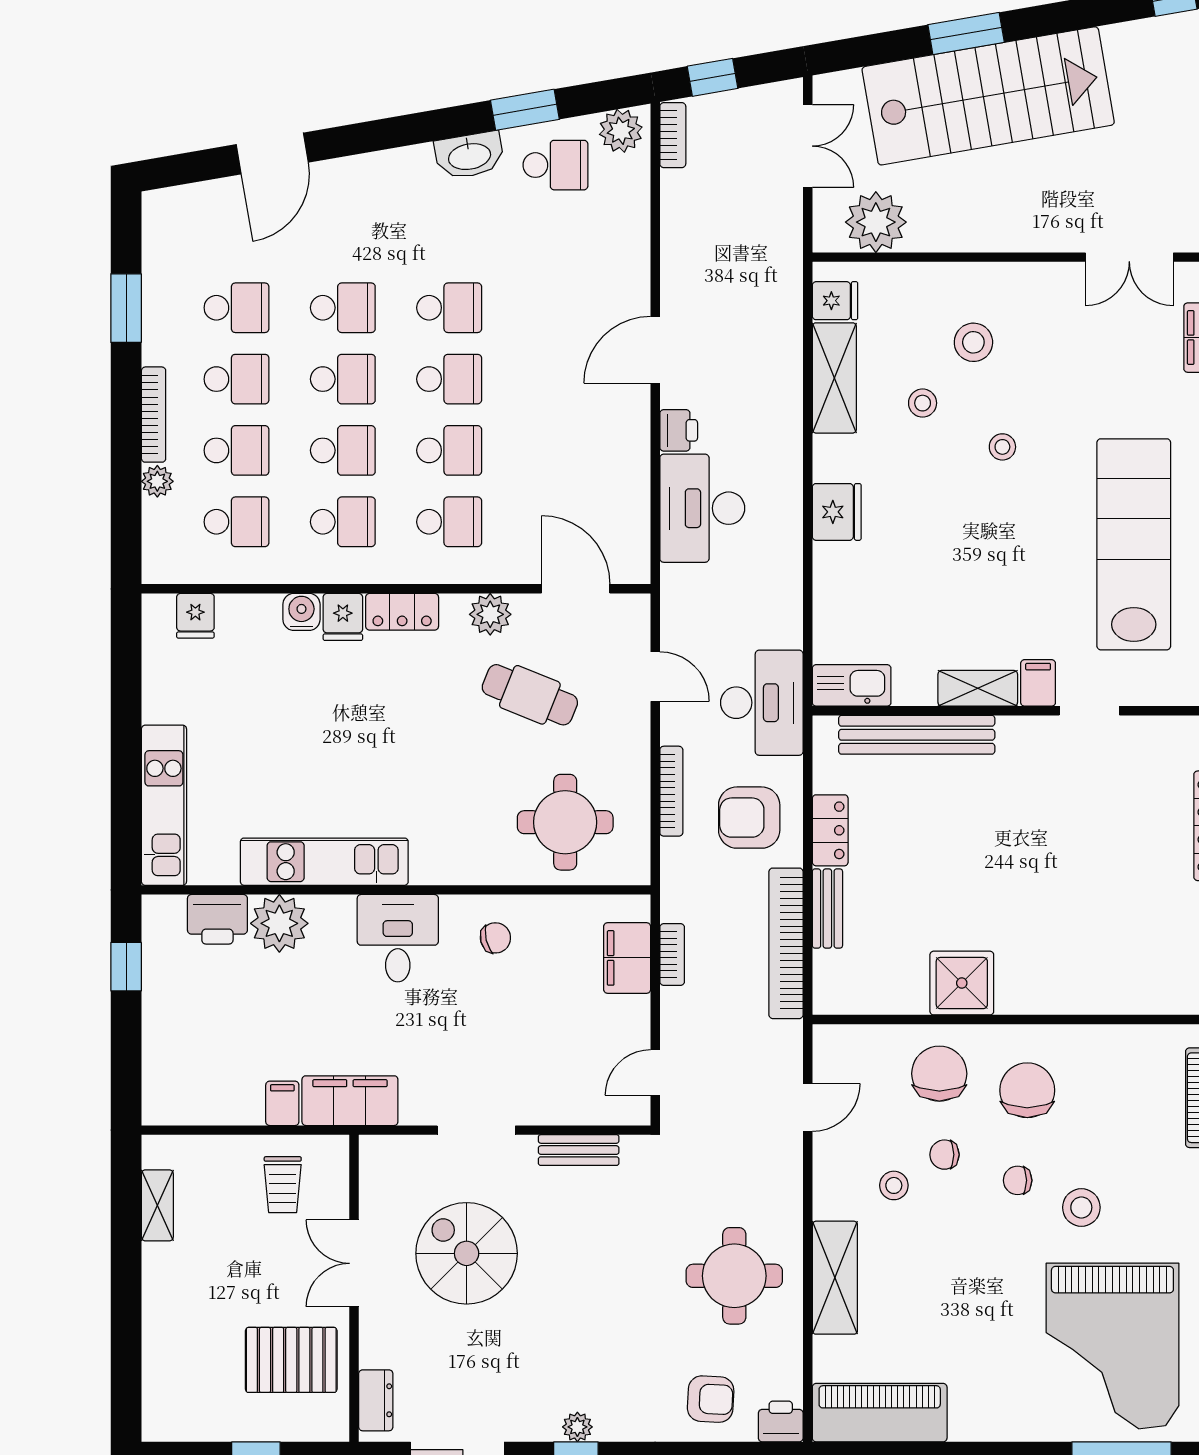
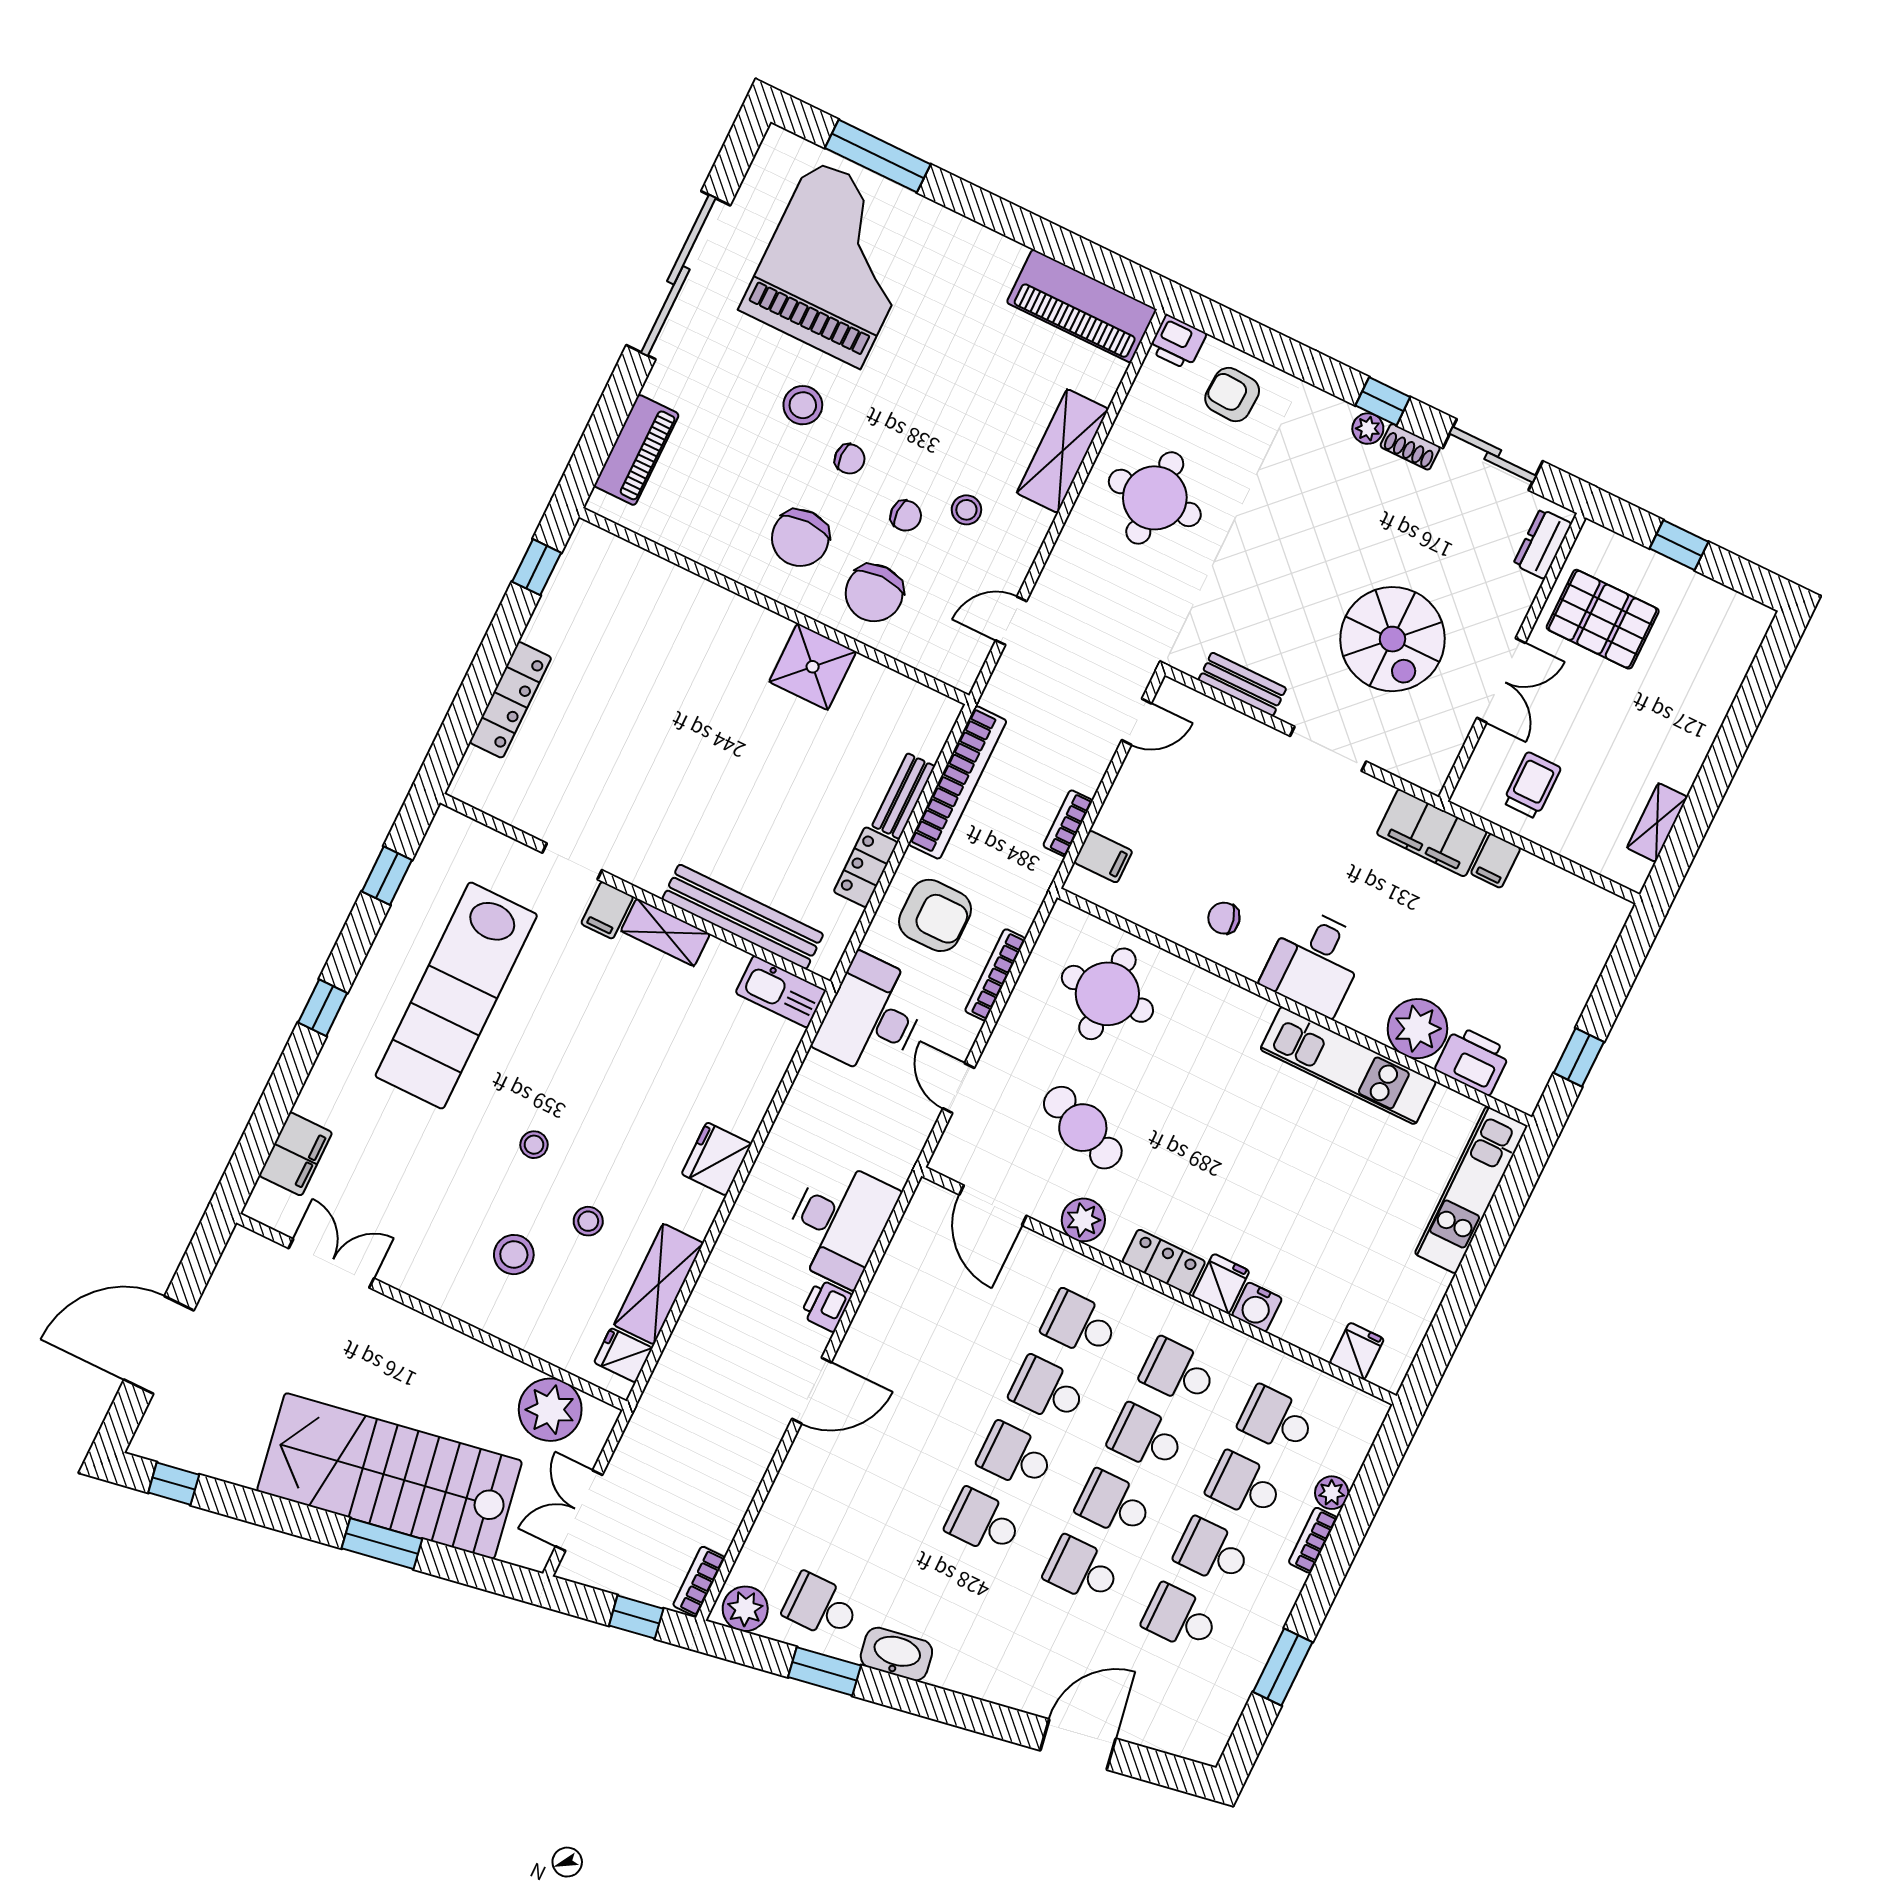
bookcase: (154, 415) -> (1313, 1540), width x0.64
filing cabinet: (627, 958) -> (1103, 857), width x0.50
shoe rack: (533, 1429) -> (1410, 447), added

